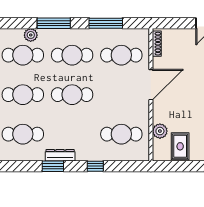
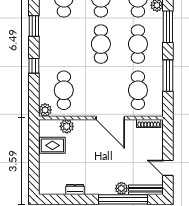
plant: (142, 154) -> (45, 110), added
dresser: (60, 155) -> (44, 33), removed

